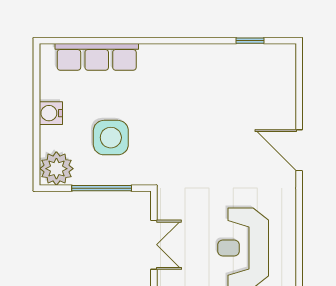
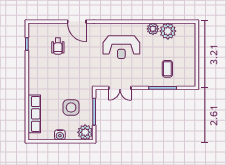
wheelchair: (246, 109) -> (58, 46), added
door: (299, 150) -> (77, 22), hinge flipped
double door: (154, 245) -> (120, 88), swing flipped

